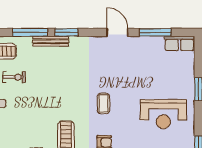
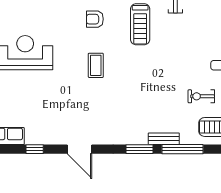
window: (155, 32) -> (35, 149), width x0.46
bench: (51, 41) -> (164, 139), width x0.73

